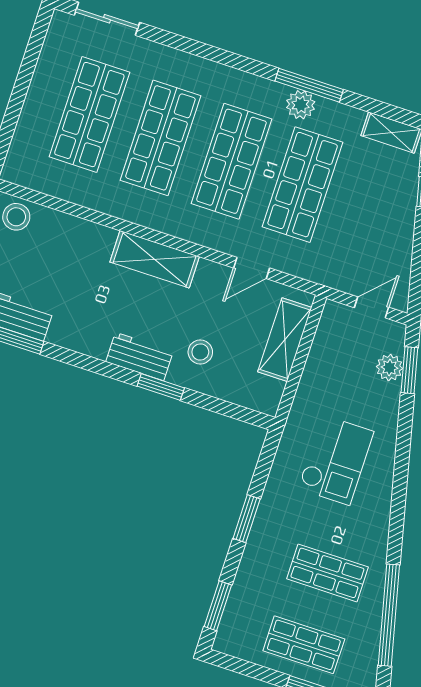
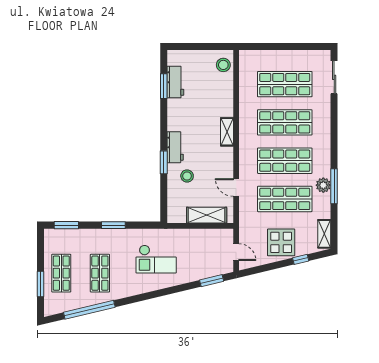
display table: (381, 218) -> (281, 242), added
shelving: (155, 259) -> (227, 132), width x0.67, depth x0.75
plant: (389, 368) -> (210, 270), removed

